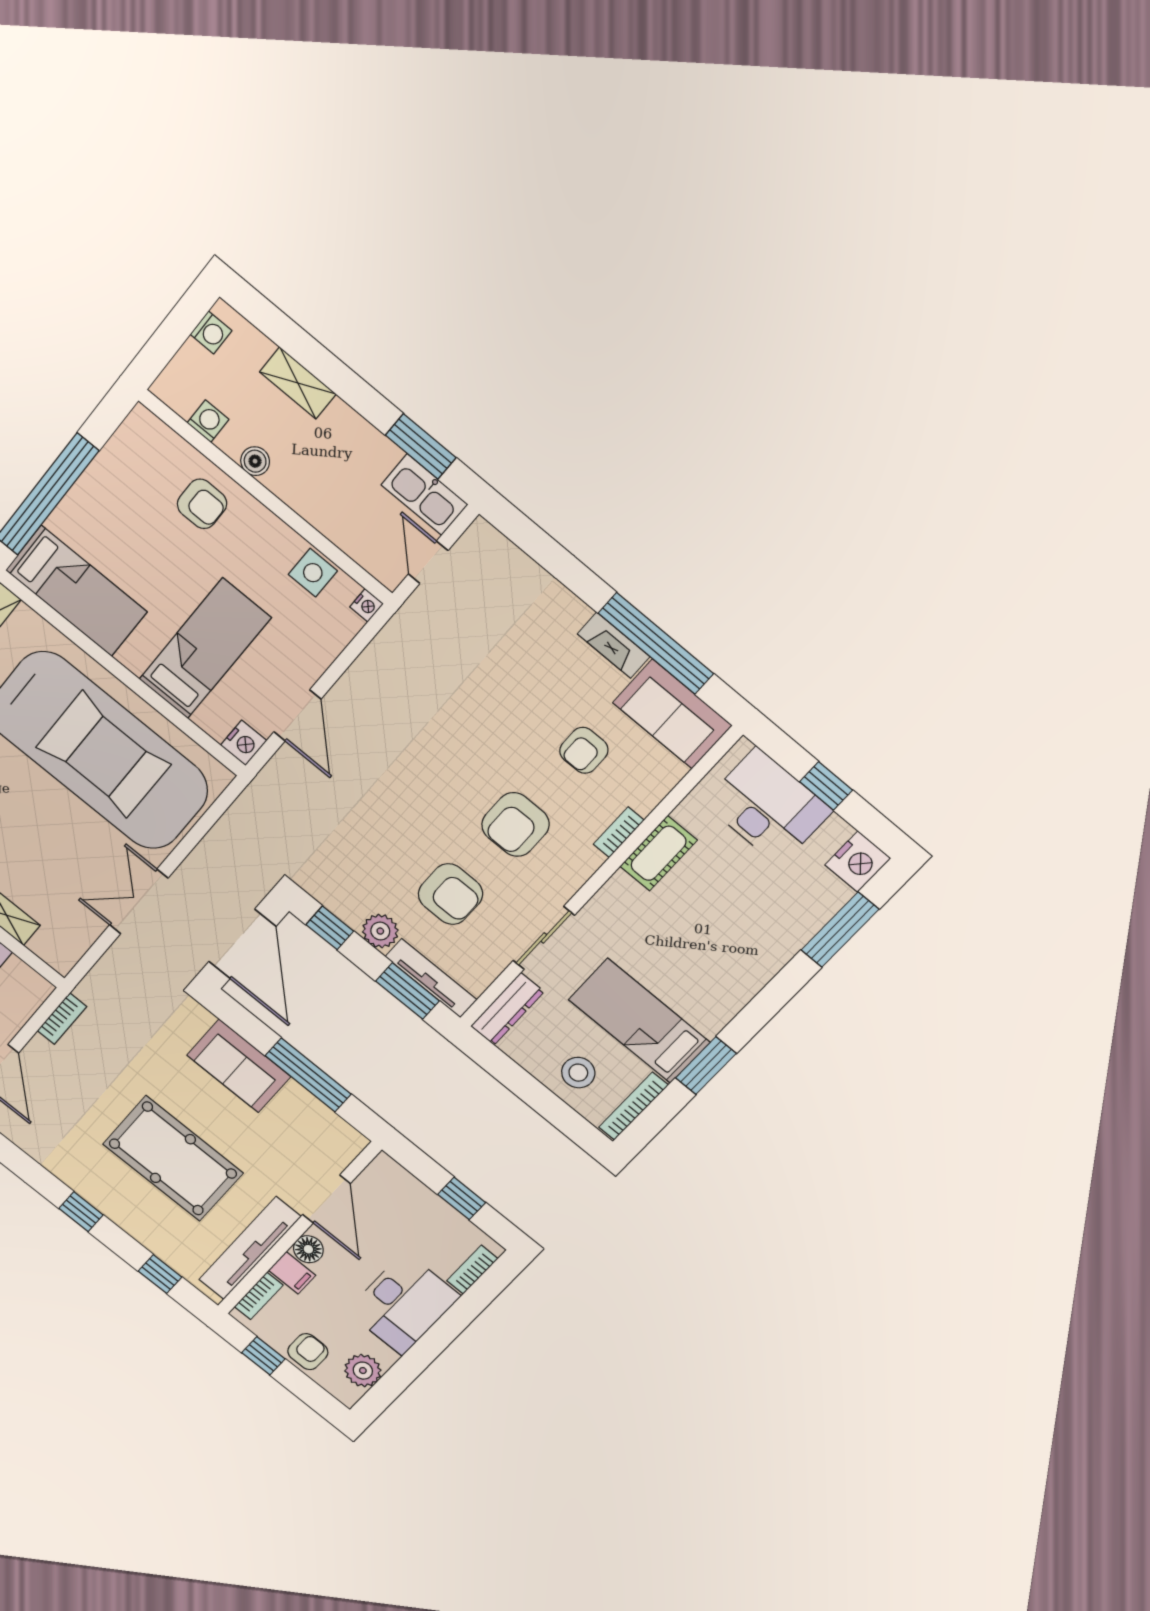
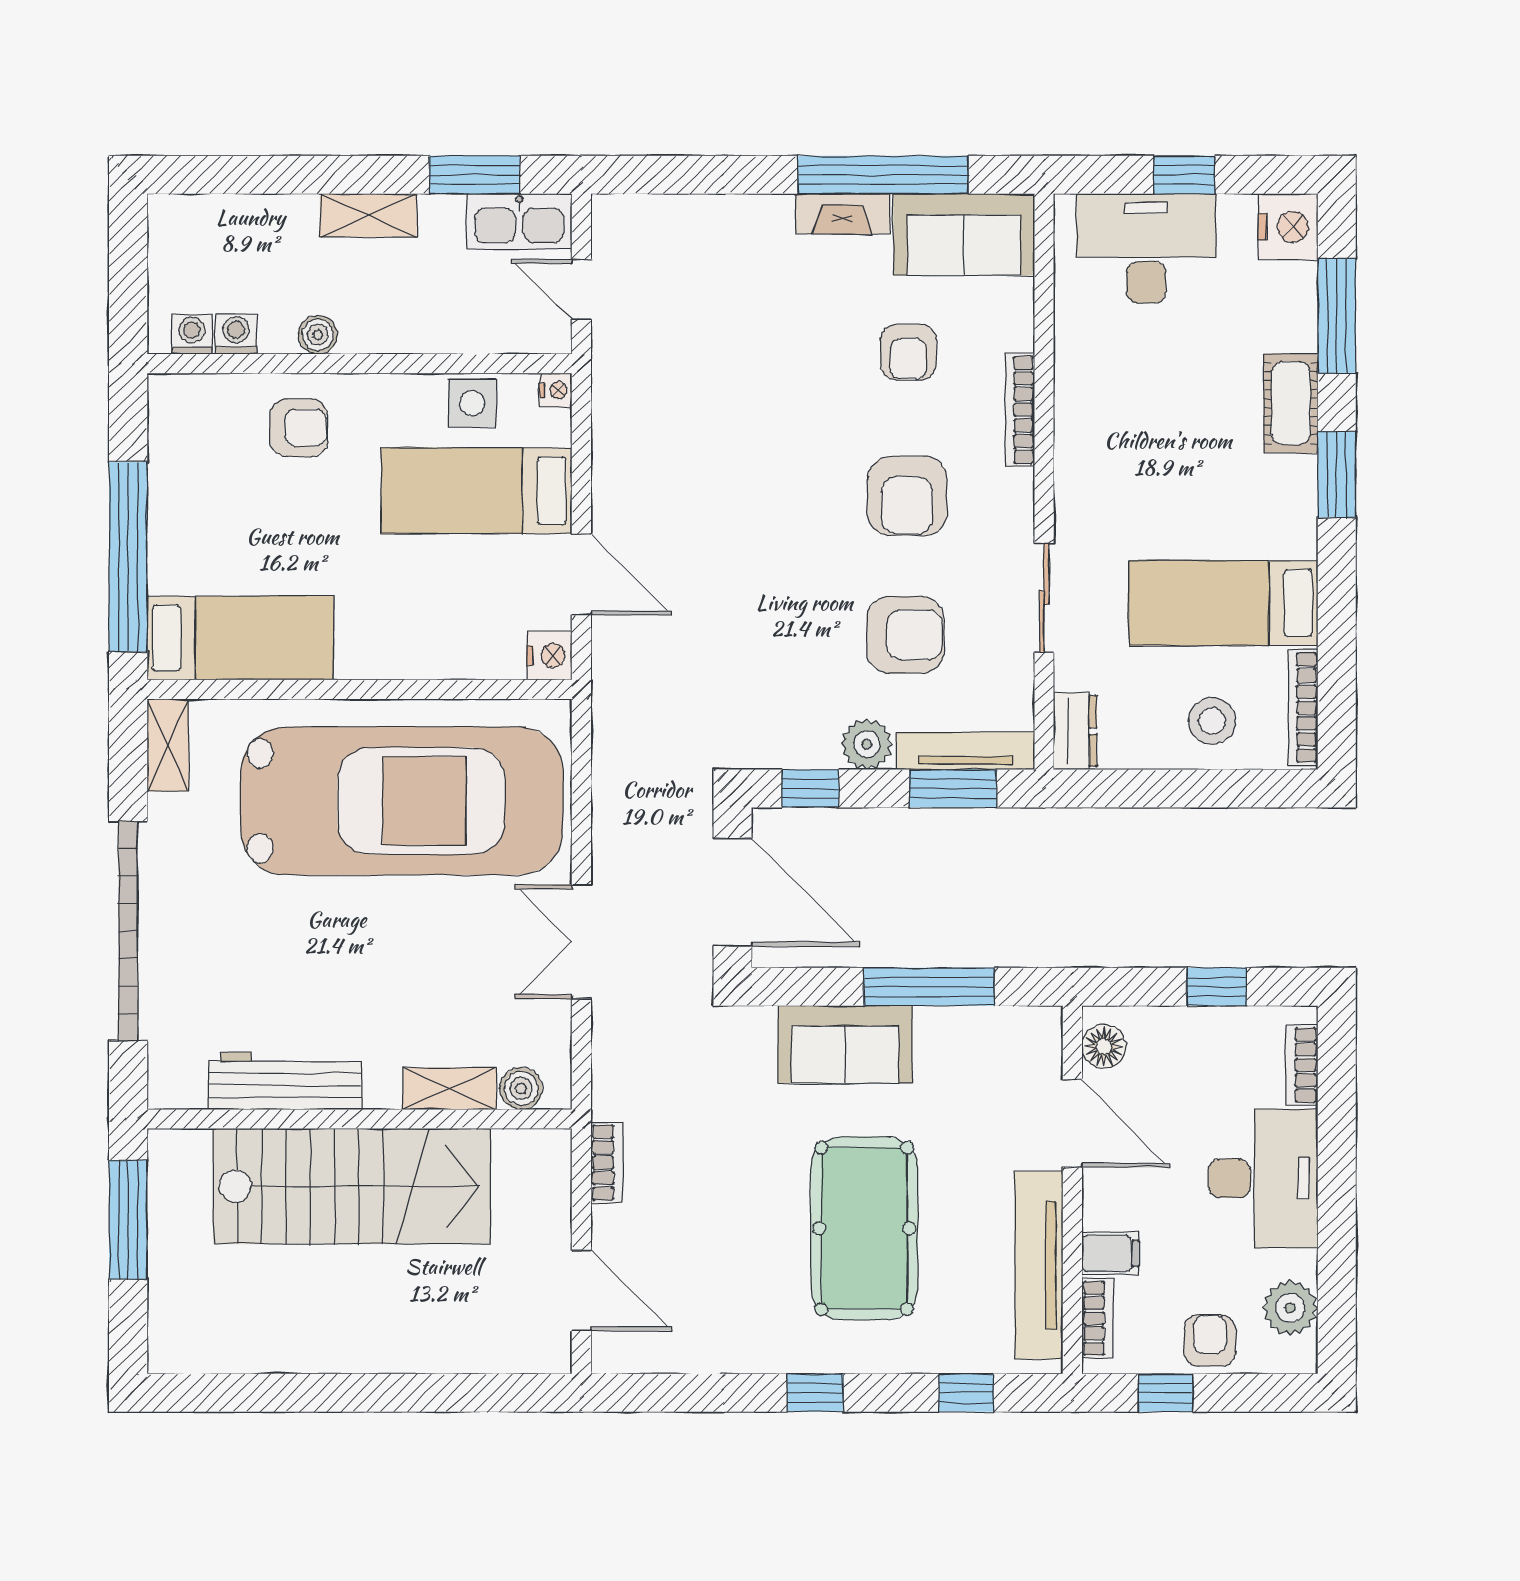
washing machine: (211, 333) -> (192, 334), moved, turned -90
shelving: (298, 383) -> (368, 215), moved
bed: (205, 649) -> (476, 491), moved, turned -90
bookcase: (619, 832) -> (1020, 410), width x1.56
cot: (659, 853) -> (1291, 403), moved
boiler: (45, 946) -> (521, 1088), added
dresser: (507, 1009) -> (1075, 731), width x0.70
window: (706, 1066) -> (1337, 474), moved
pool table: (173, 1159) -> (864, 1228), turned 90
floor lamp: (308, 1249) -> (1104, 1047), moved

